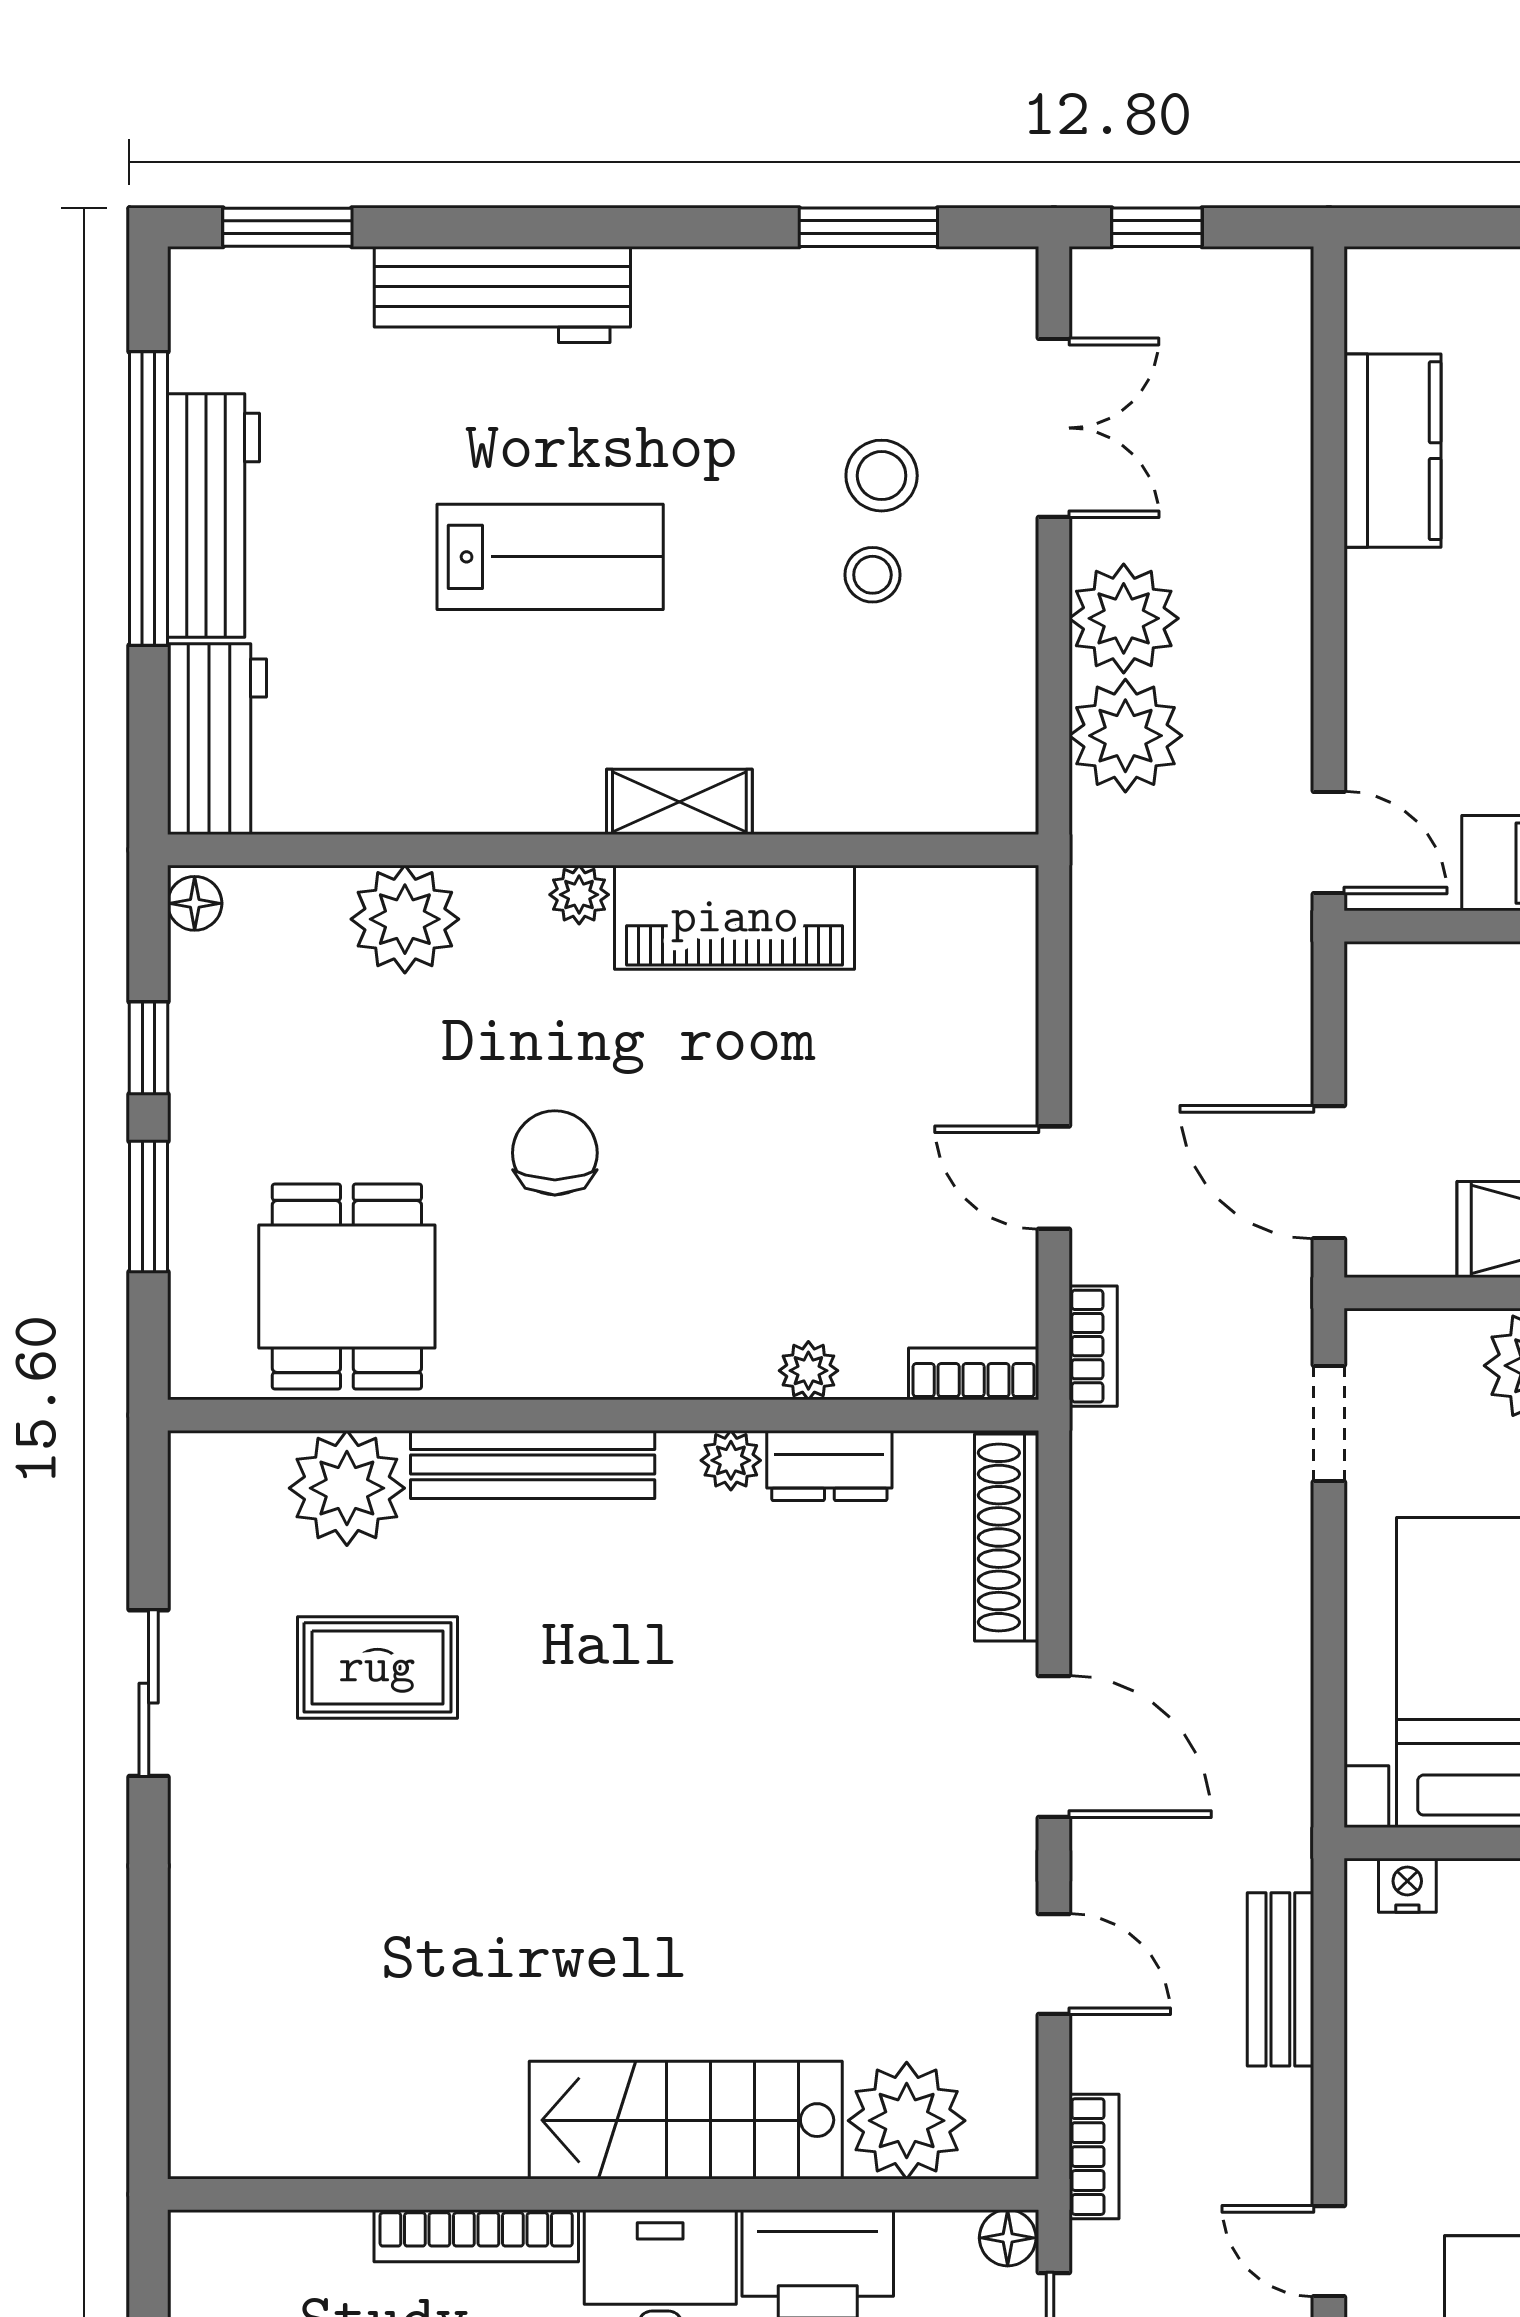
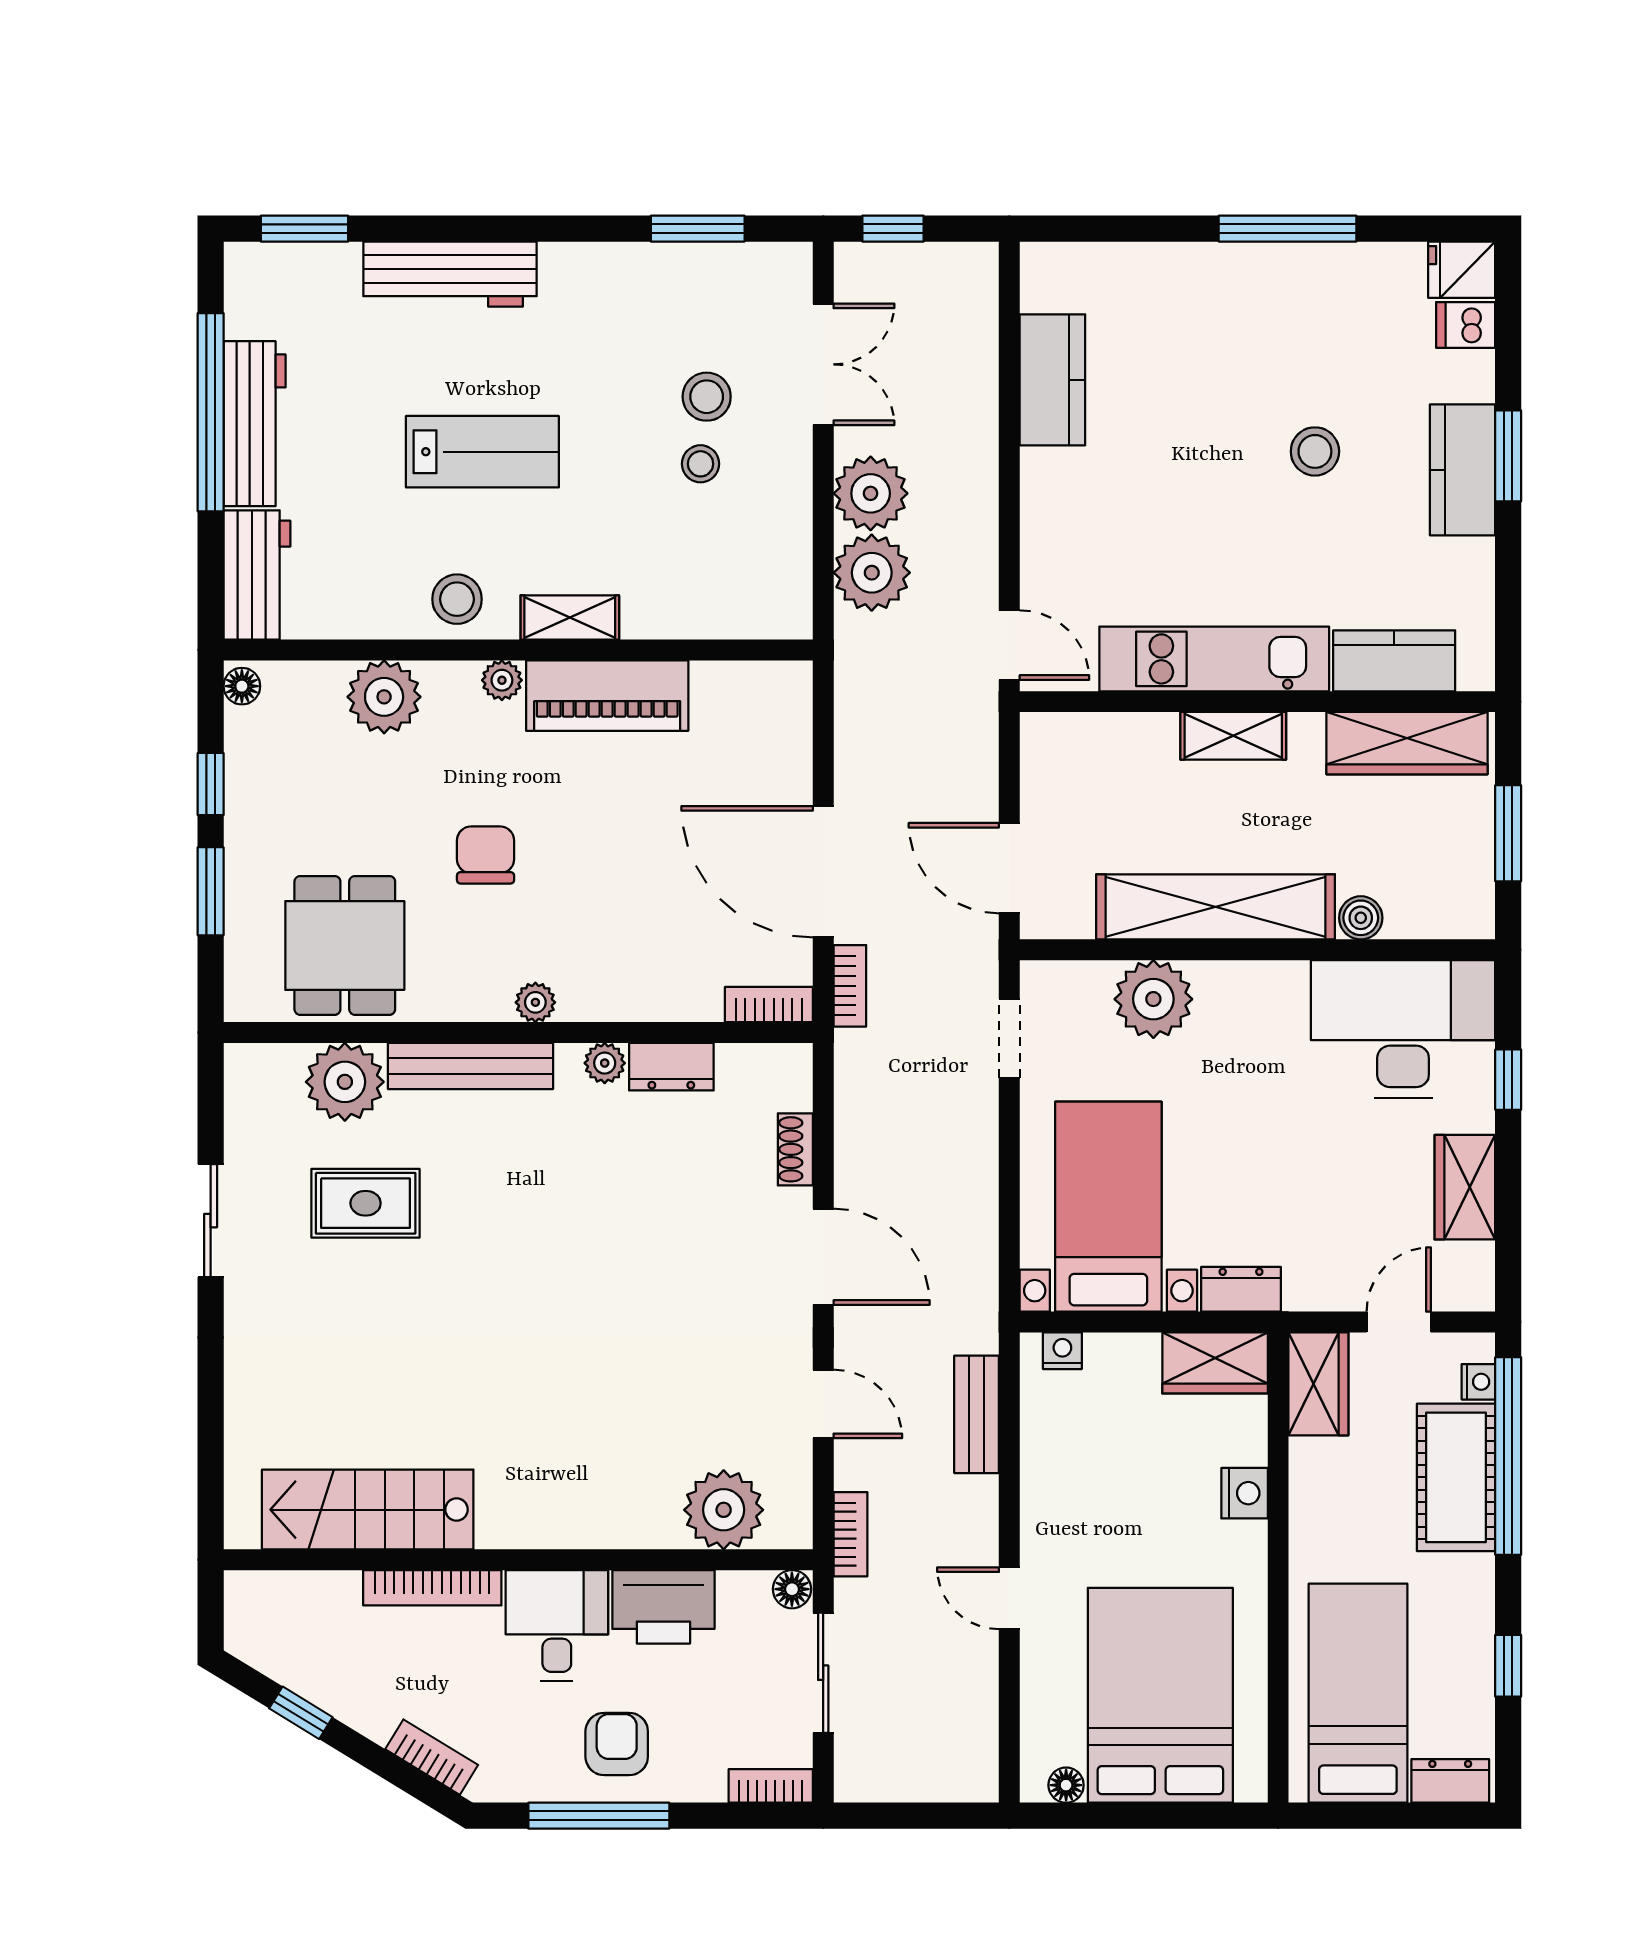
stool: (513, 775) -> (457, 599), added
door: (1054, 1178) -> (823, 872), width x1.87
plant: (808, 1371) -> (535, 1002), moved
shoe rack: (1007, 1538) -> (795, 1149), width x0.51, depth x0.81
stairs: (686, 2120) -> (368, 1510), moved

